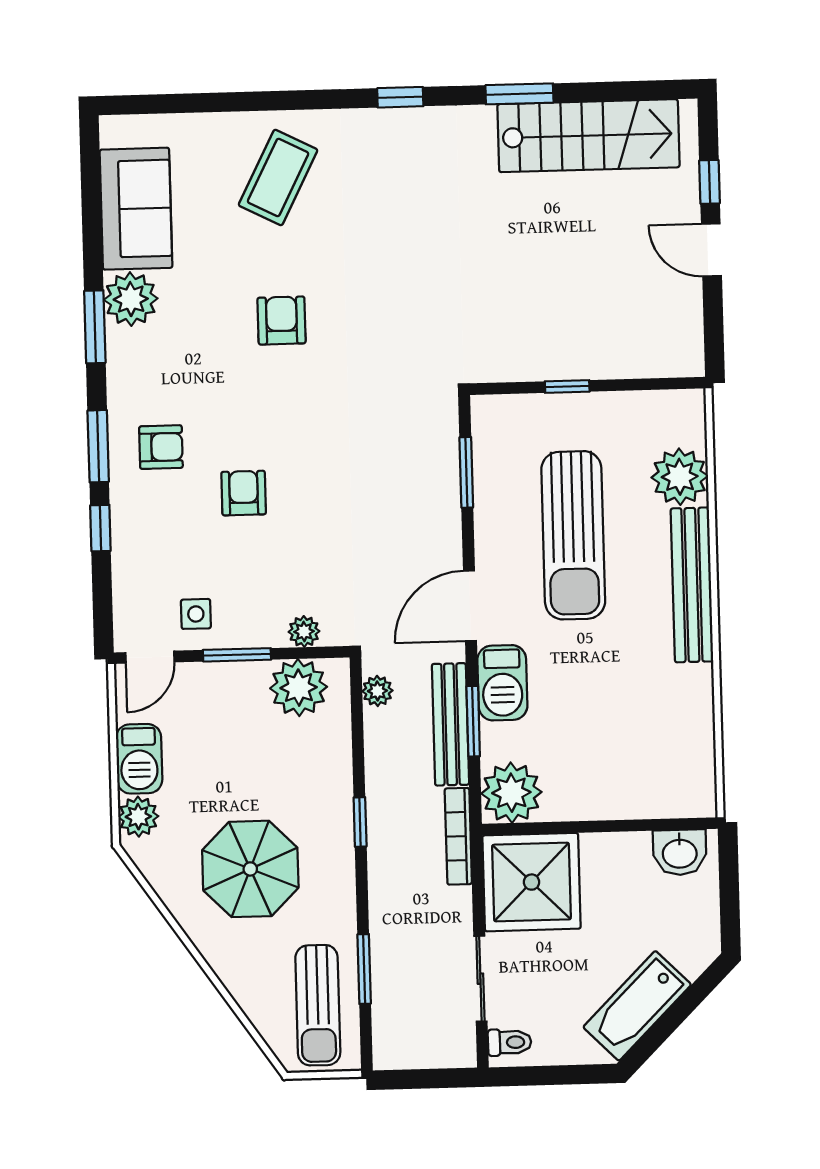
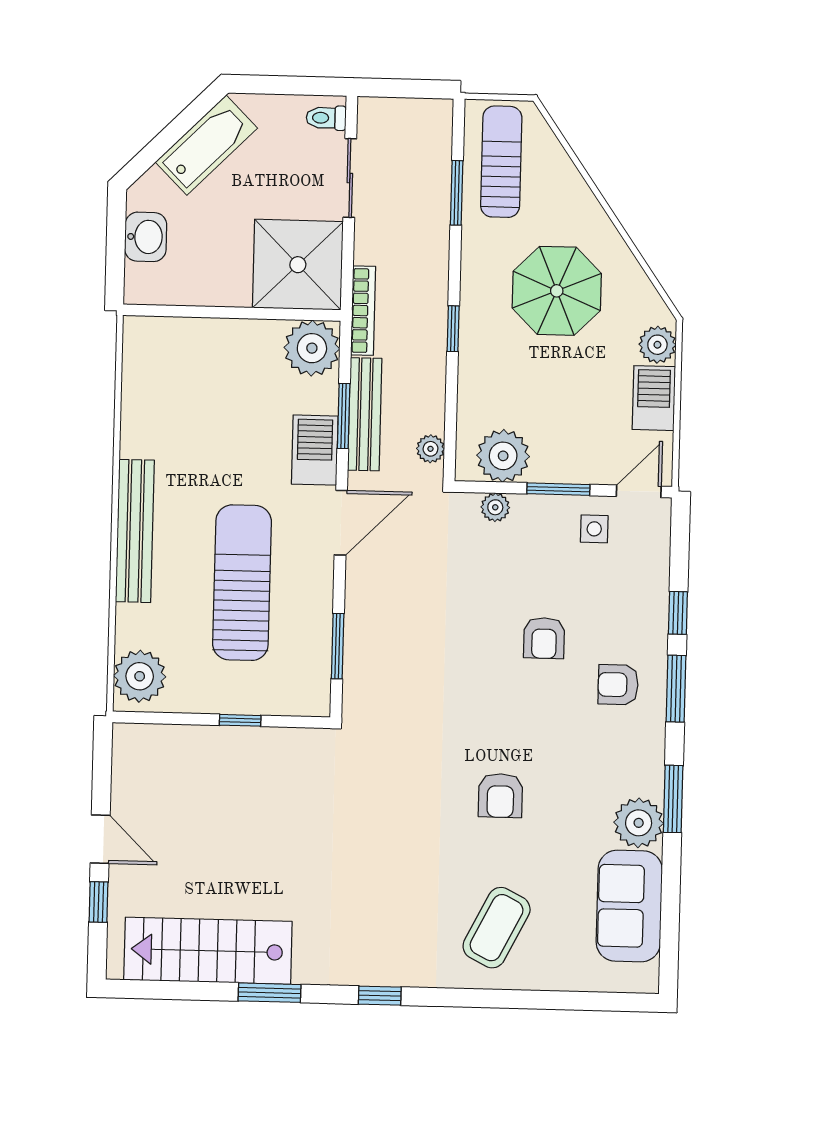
plant: (680, 477) -> (140, 676), moved
washbasin: (680, 852) -> (146, 237), moved, turned 90

